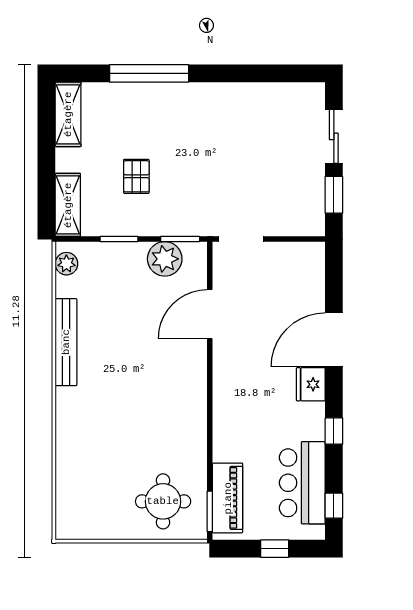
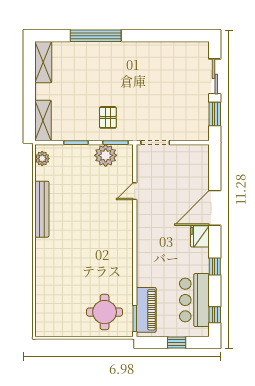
pallet: (136, 176) -> (108, 117), moved
door: (210, 314) -> (135, 191), width x0.53

